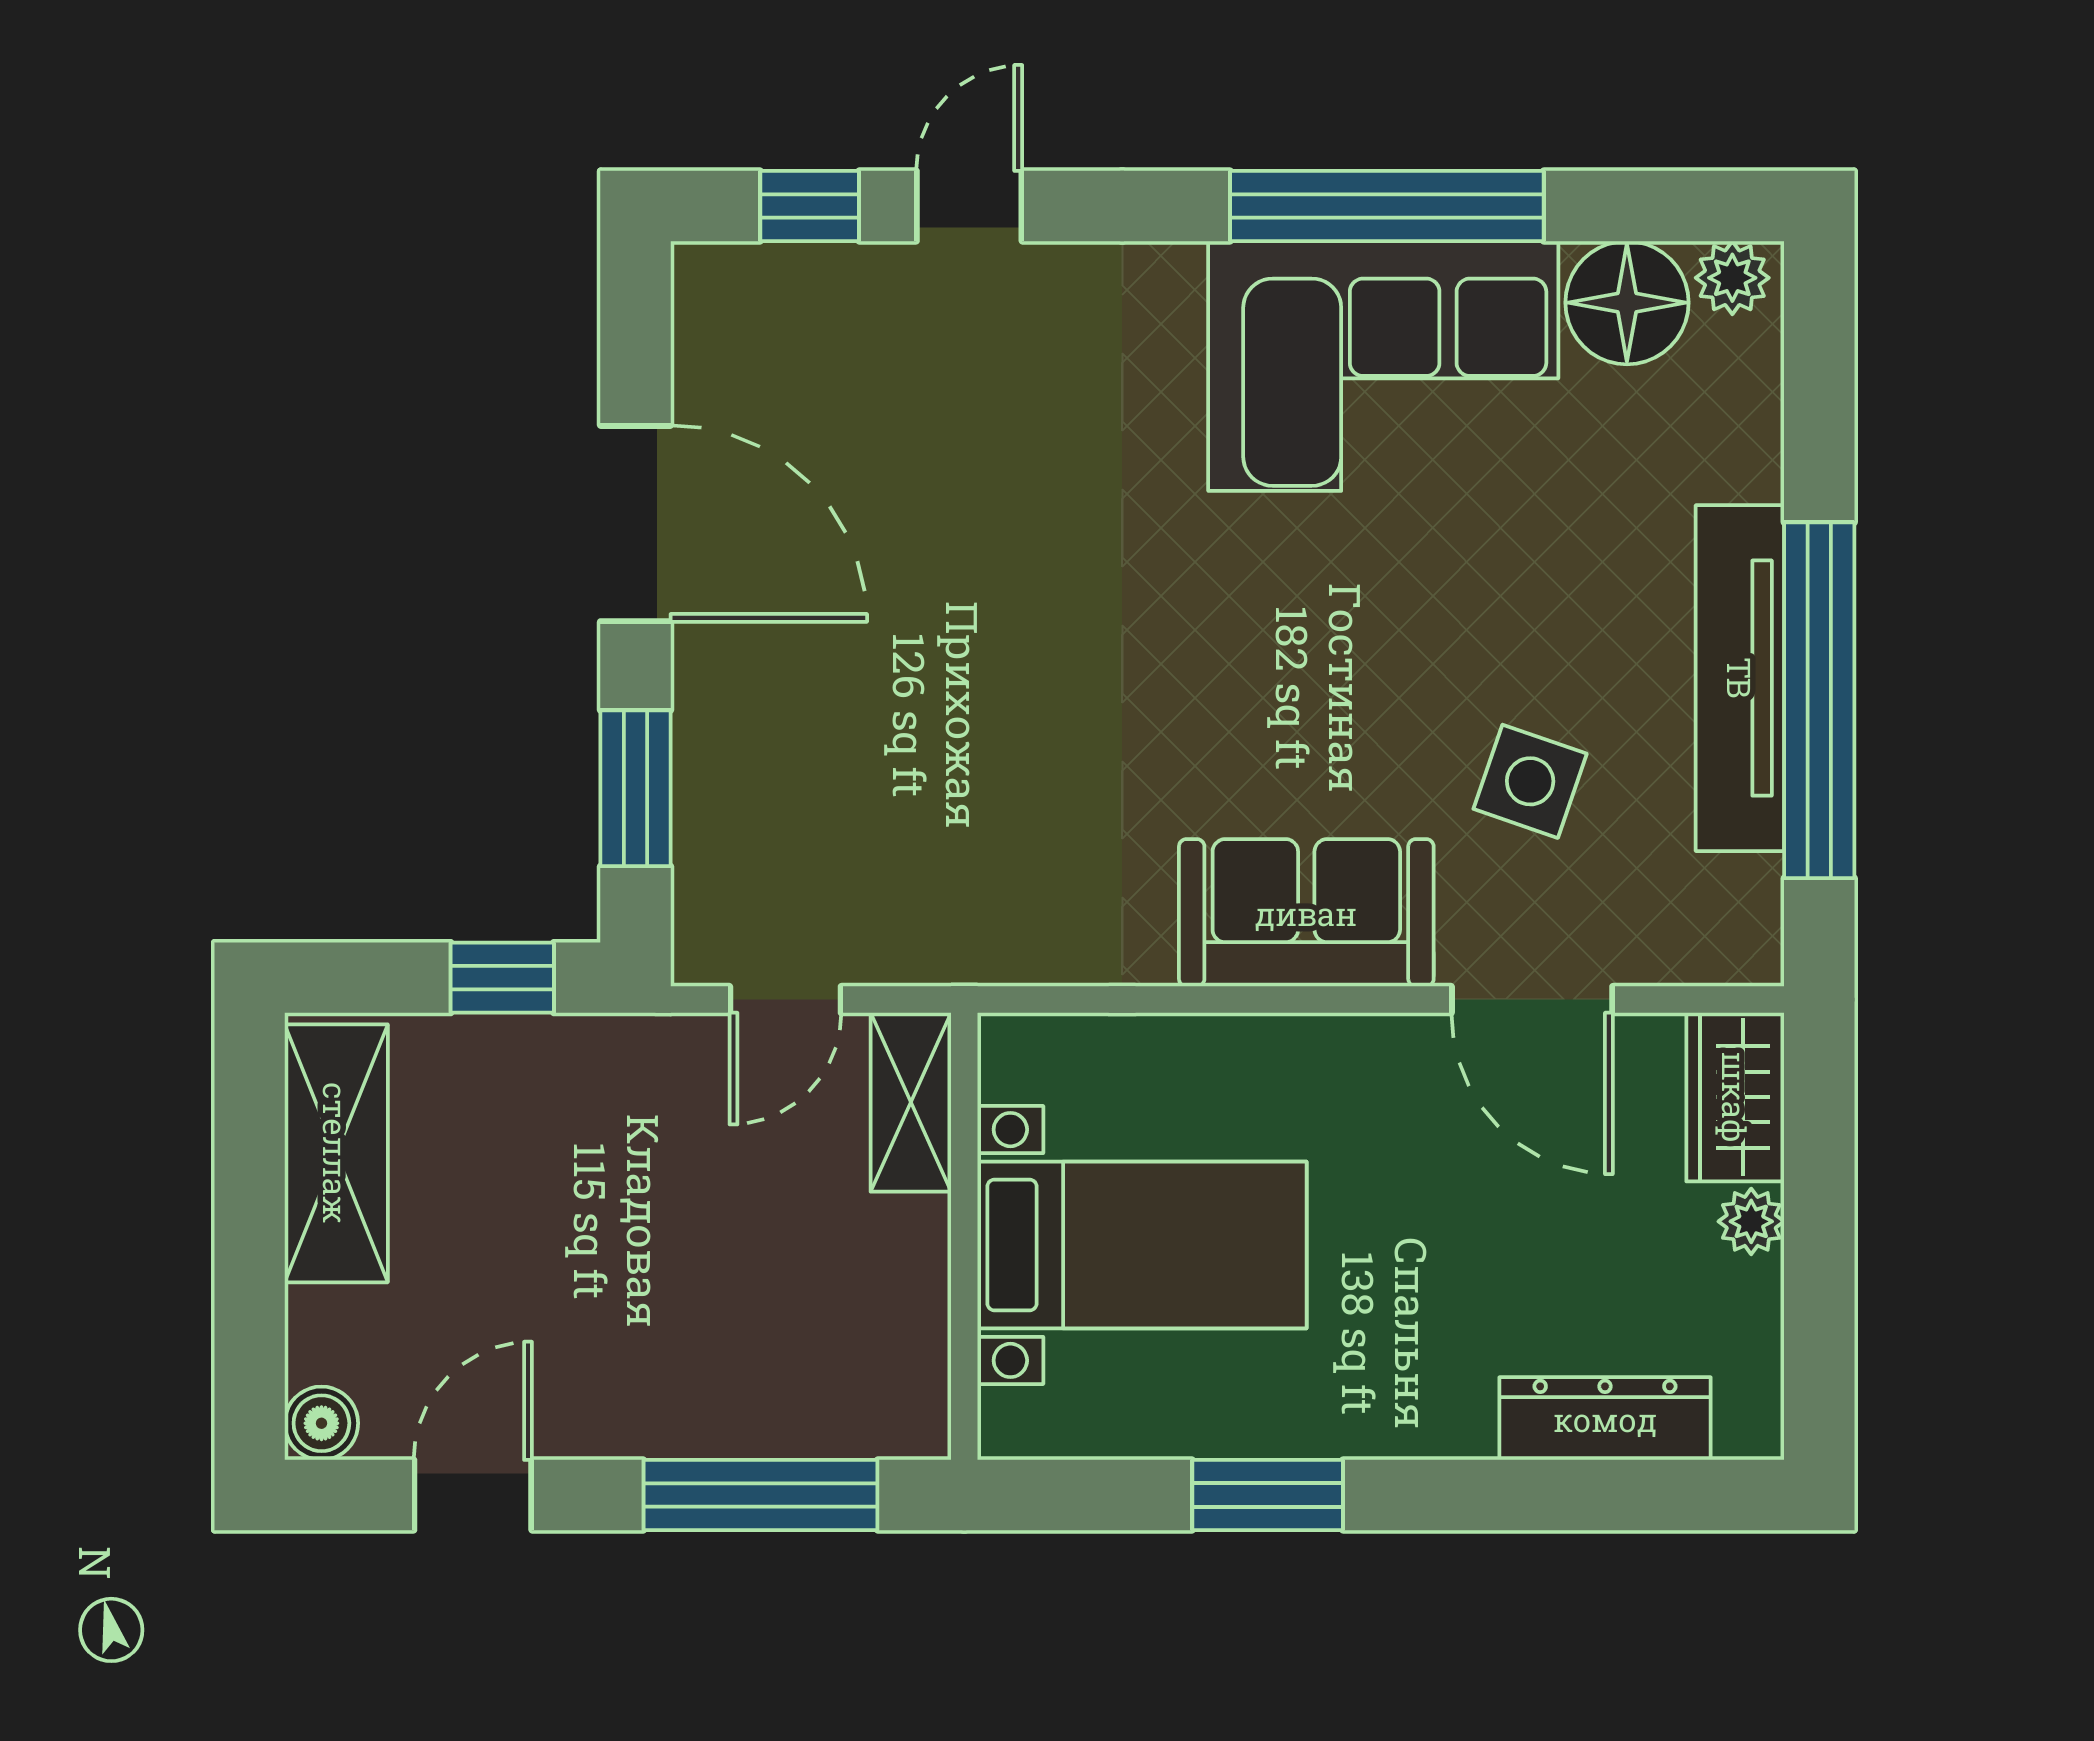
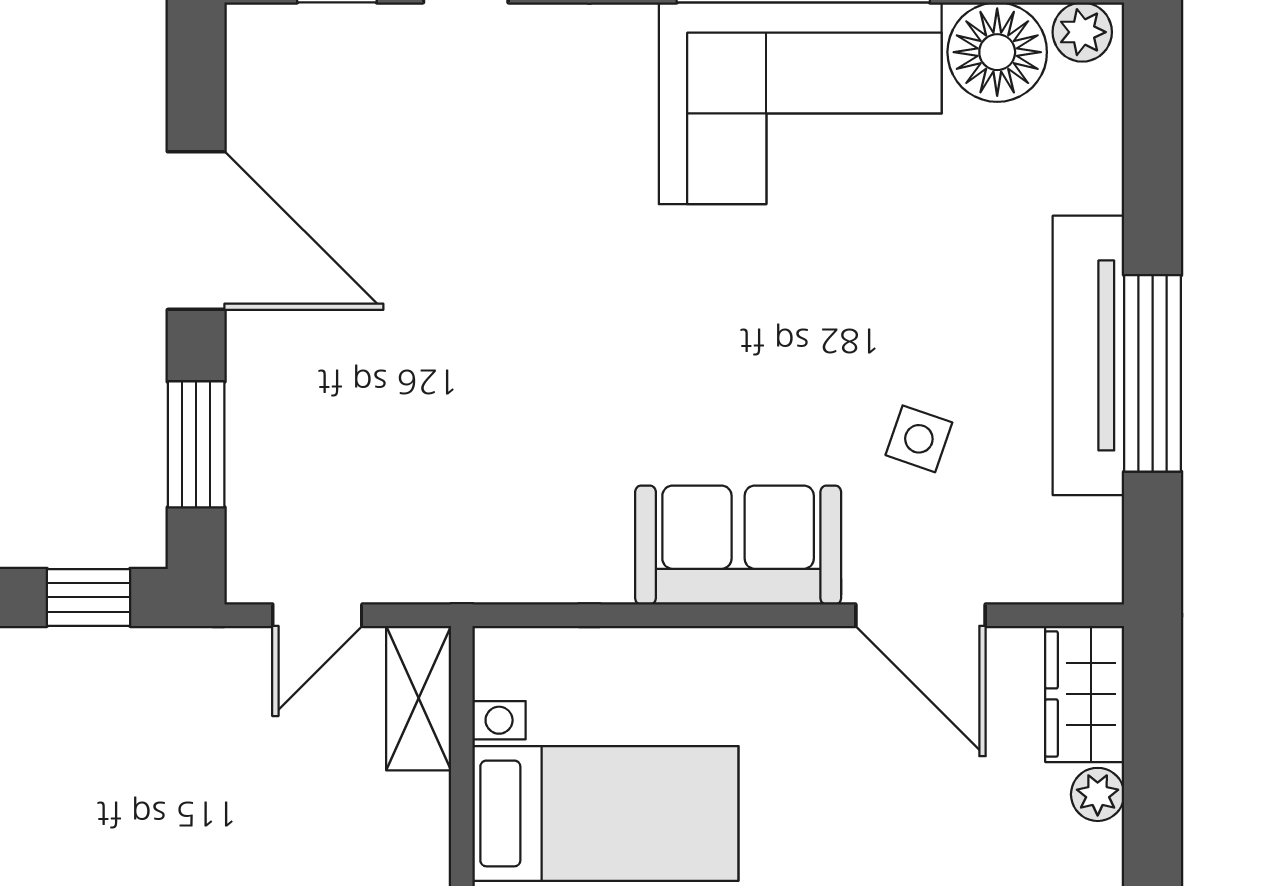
window: (1819, 700) -> (1153, 373), width x0.68
side table: (1530, 781) -> (919, 439), width x0.73, depth x0.73

